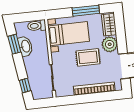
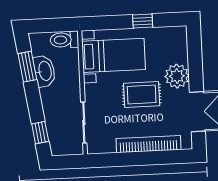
window: (86, 11) -> (143, 21), width x0.46
wardrobe: (109, 25) -> (178, 45), removed

